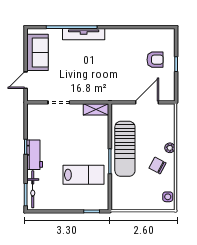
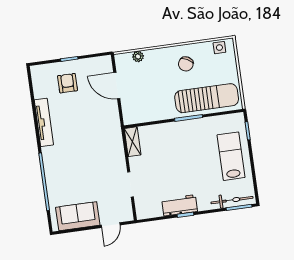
tv unit: (84, 34) -> (44, 122), moved
door: (26, 80) -> (111, 225), hinge flipped
plant: (170, 148) -> (138, 56), moved
sun lounger: (125, 149) -> (207, 98), moved
workbench: (35, 155) -> (180, 205), moved
lab bench: (83, 175) -> (231, 156), moved

